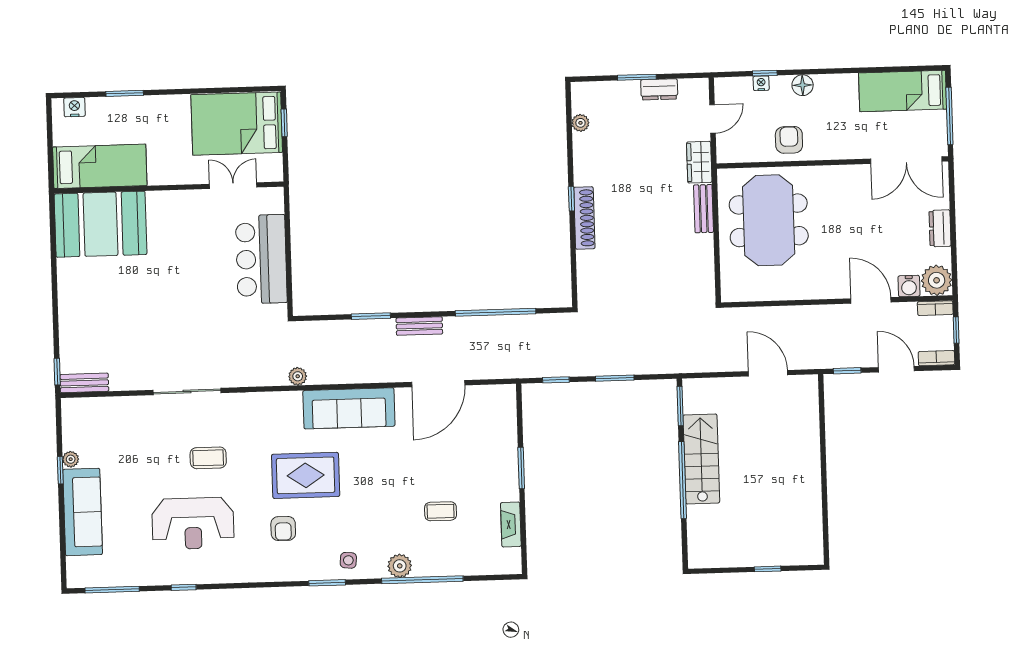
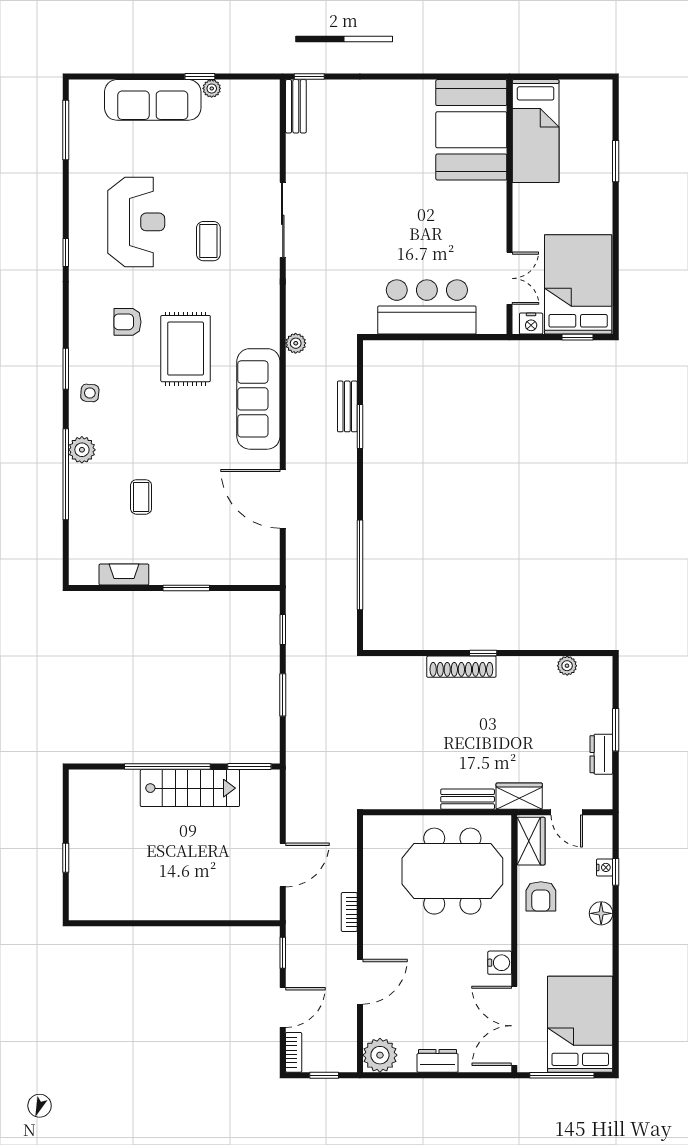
bed: (903, 91) -> (580, 1024), width x1.50
nightstand: (74, 107) -> (531, 324), moved, turned 90
armchair: (789, 140) -> (541, 896), turned 90
wardrobe: (739, 150) -> (531, 841), added
water cooler: (909, 286) -> (500, 963), moved, turned 180
bookcase: (935, 308) -> (349, 912), moved
bench: (419, 326) -> (347, 406), moved
reception desk: (193, 523) -> (136, 222), turned 180
window: (184, 587) -> (66, 253), moved

